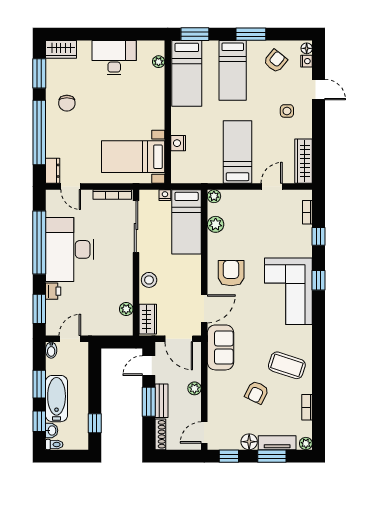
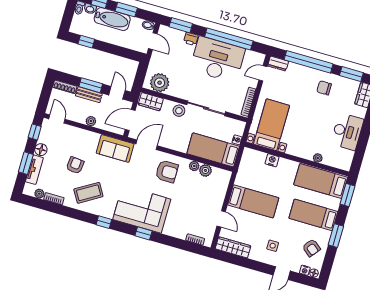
plant: (159, 62) -> (318, 158), moved
plant: (214, 196) -> (194, 166), moved
sliding door: (136, 227) -> (206, 108), moved
window: (318, 236) -> (104, 222), moved
plant: (126, 309) -> (160, 83), width x1.88, depth x1.88
door: (204, 309) -> (147, 145), swing flipped
coffee table: (287, 365) -> (88, 193), turned 41
armchair: (257, 392) -> (75, 165), turned 69
plant: (306, 443) -> (39, 194), moved

